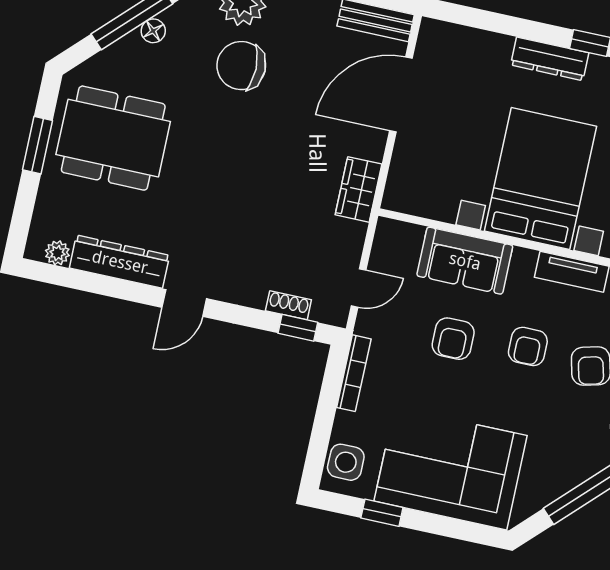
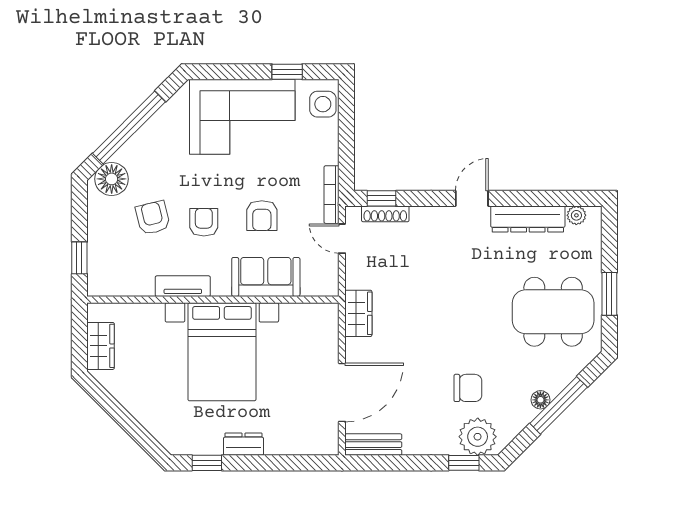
dresser: (550, 59) -> (243, 444), width x0.70
chair: (241, 66) -> (468, 388), width x0.73, depth x0.73
door: (359, 288) -> (342, 239), hinge flipped
shoe rack: (288, 305) -> (385, 214), width x1.43
armchair: (453, 339) -> (262, 216), turned 180
bookcase: (354, 373) -> (332, 195), moved

